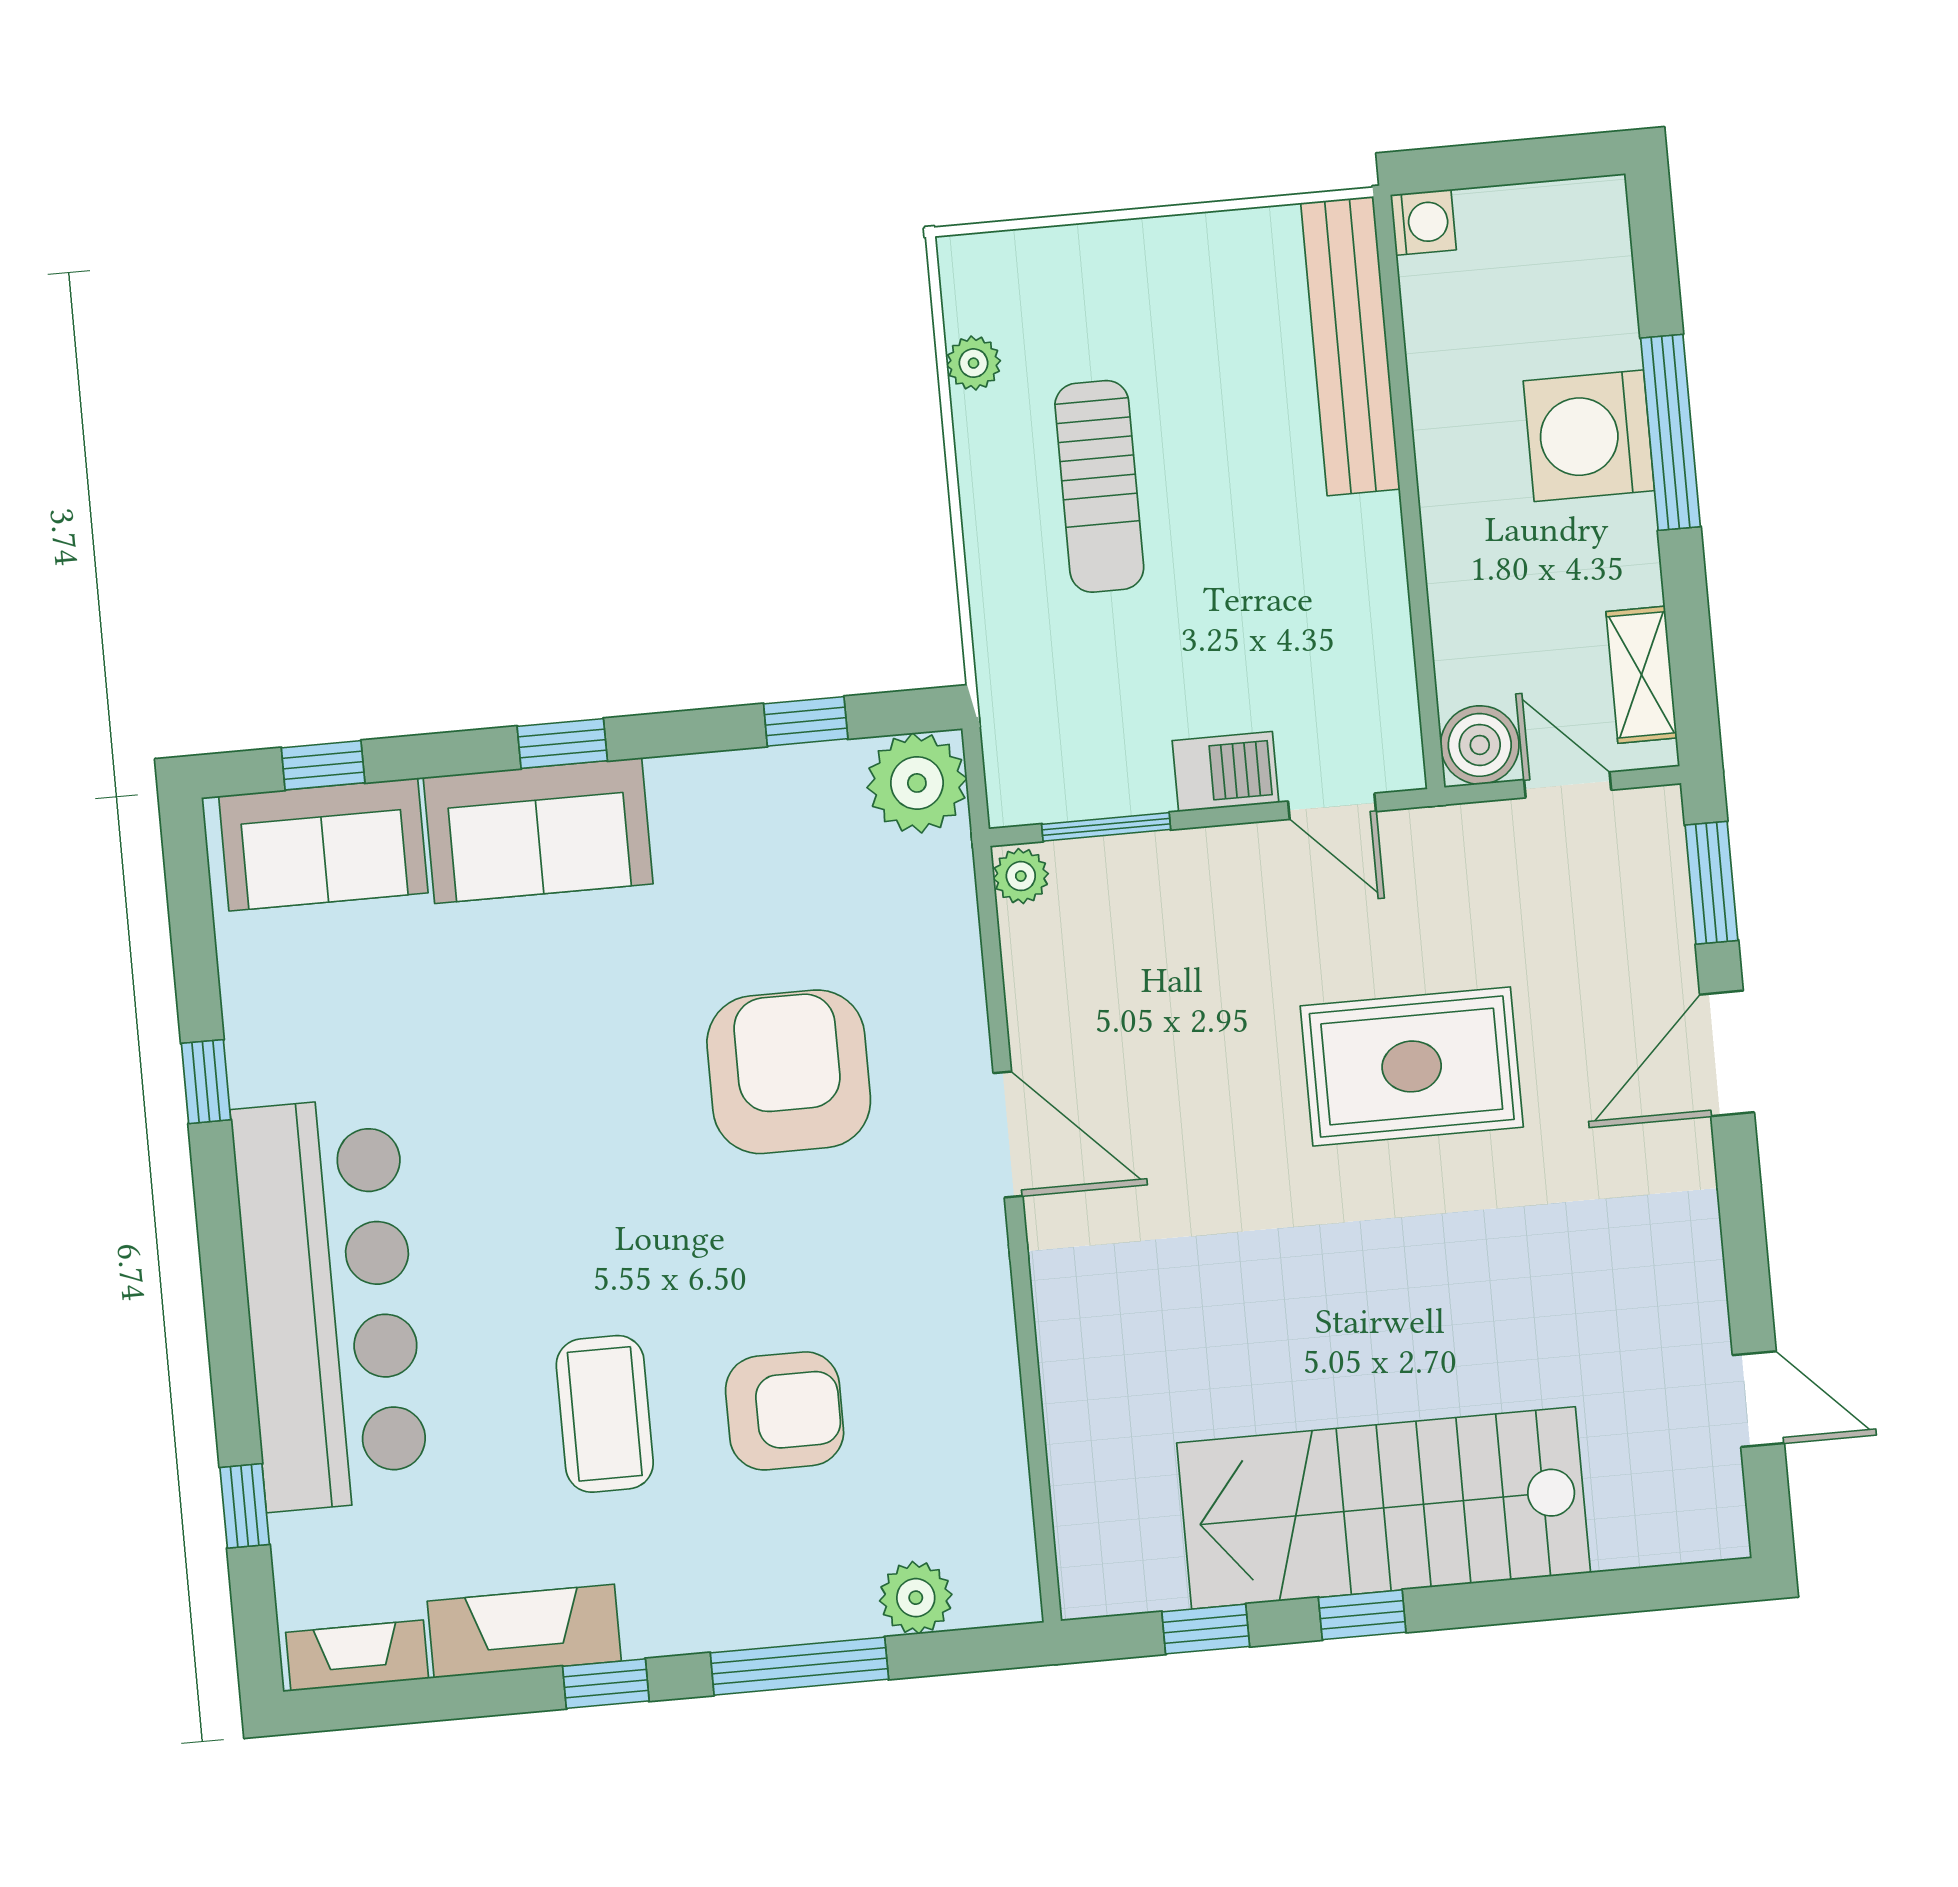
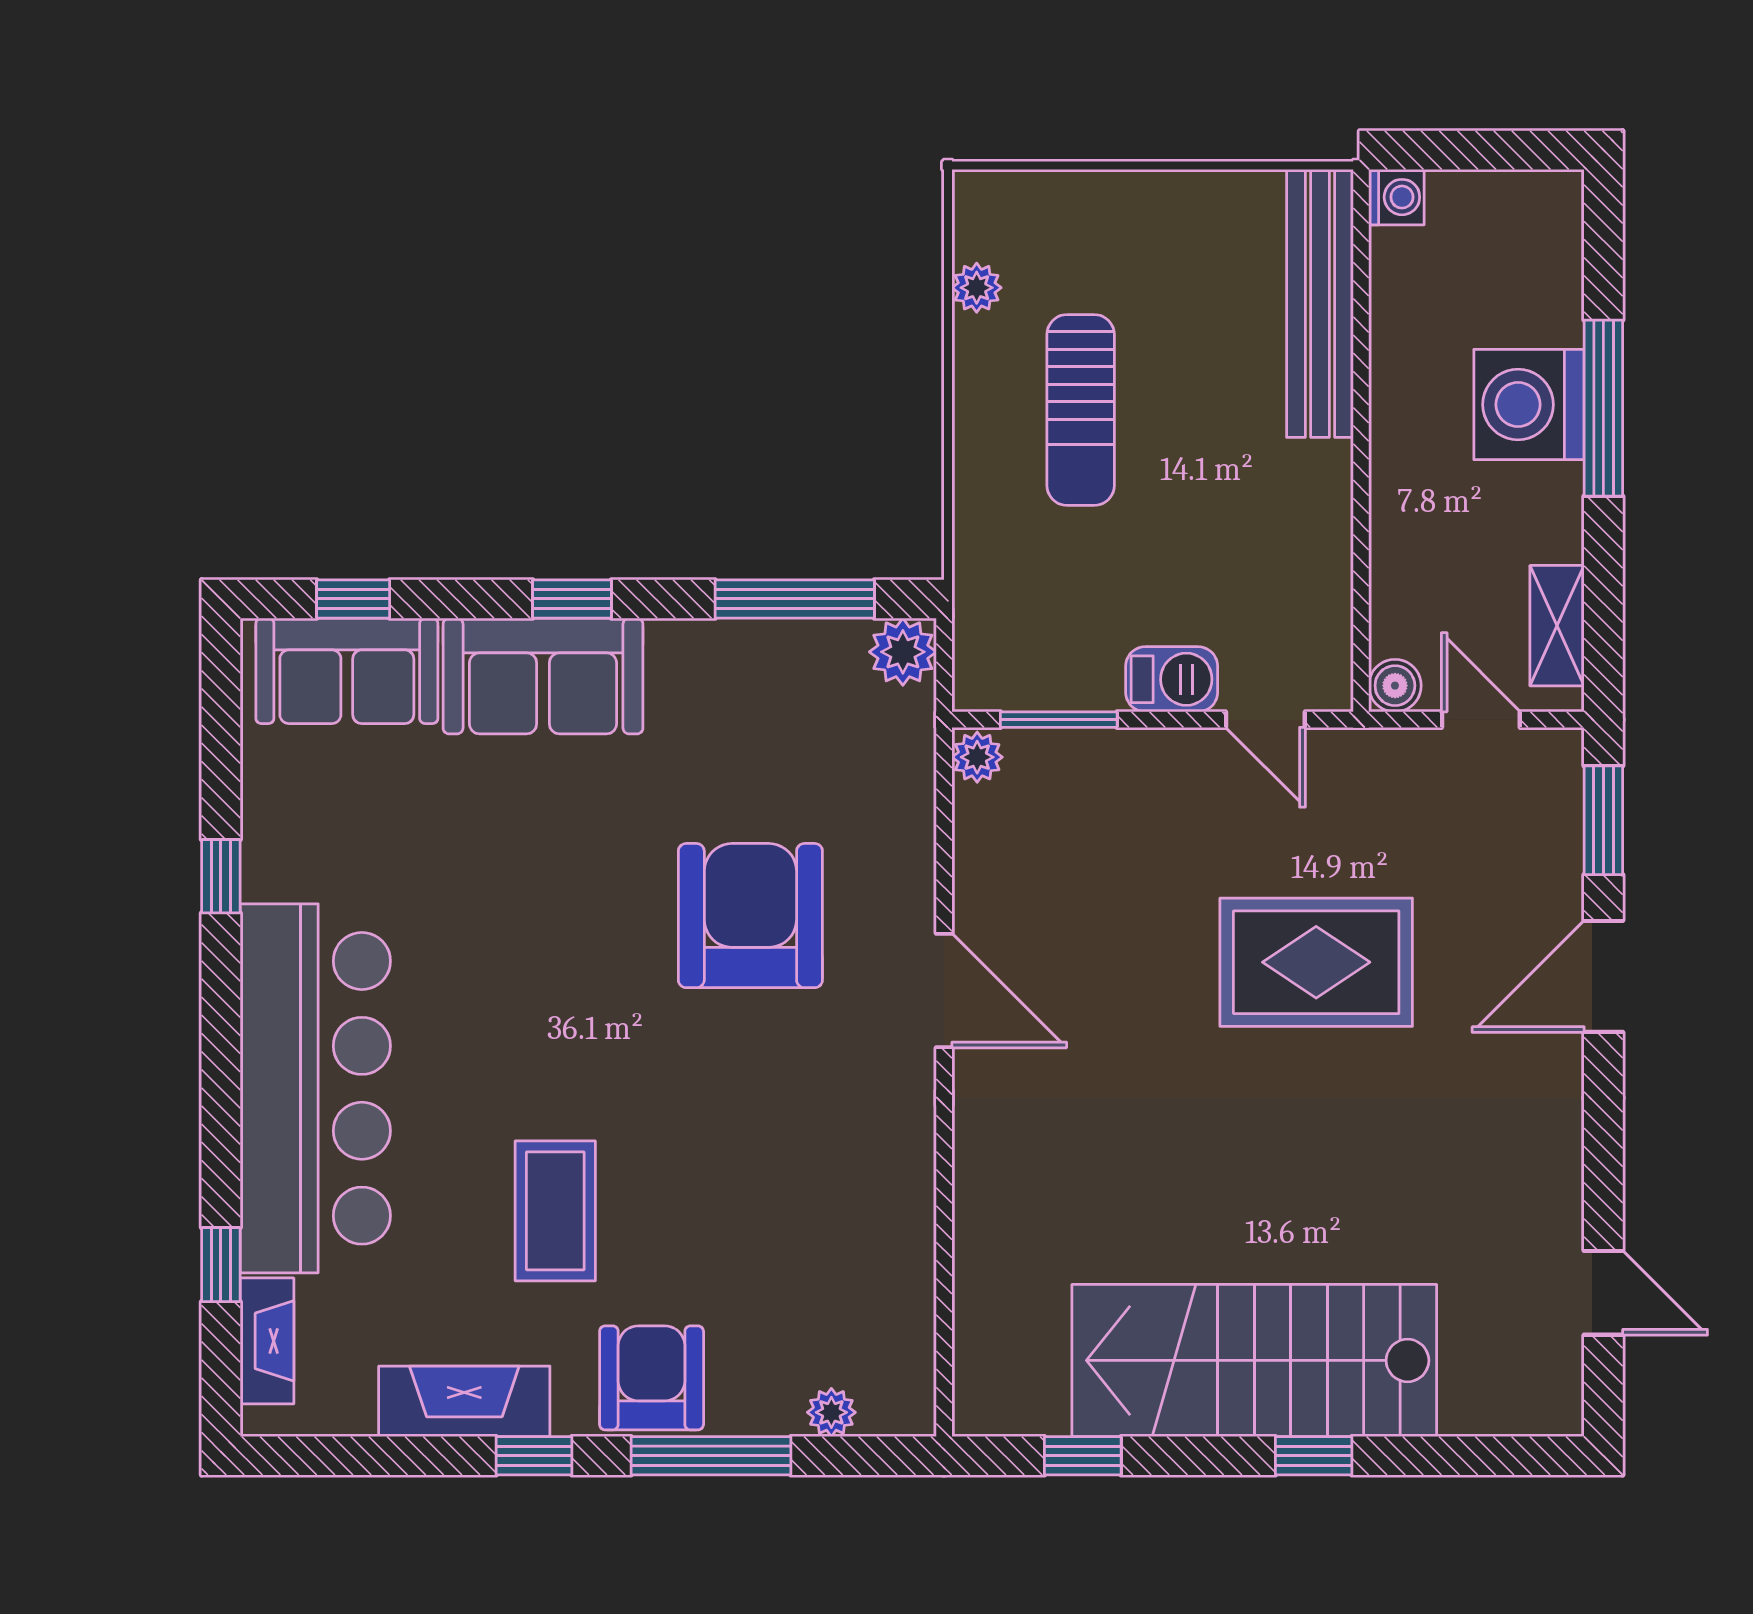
window: (806, 721) -> (795, 599), width x2.17
boiler: (1480, 745) -> (1395, 686), width x0.73, depth x0.73
plant: (917, 783) -> (903, 652), width x0.73, depth x0.73
armchair: (785, 1411) -> (652, 1378), moved, turned -90
plant: (916, 1598) -> (831, 1412), width x0.73, depth x0.73
window: (1362, 1615) -> (1314, 1456), moved
fireplace: (357, 1655) -> (267, 1341), moved, turned 90

